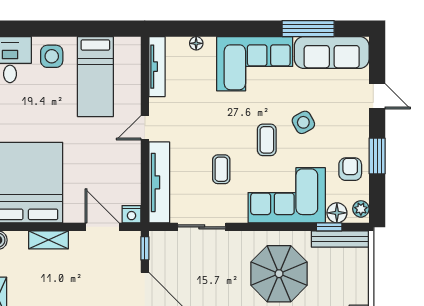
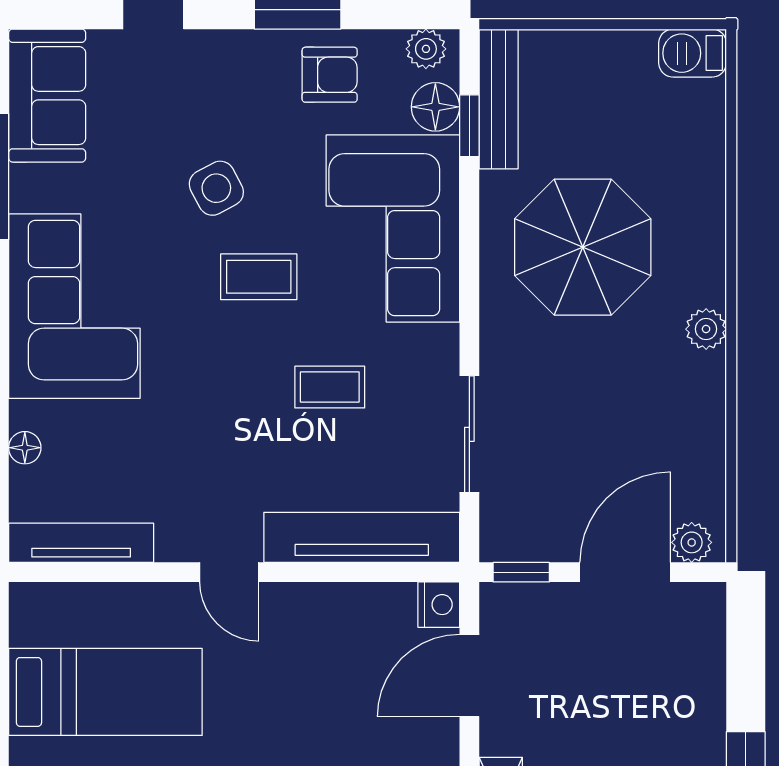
sofa: (332, 53) -> (47, 96), width x0.73
armchair: (350, 169) -> (330, 75), turned 180

